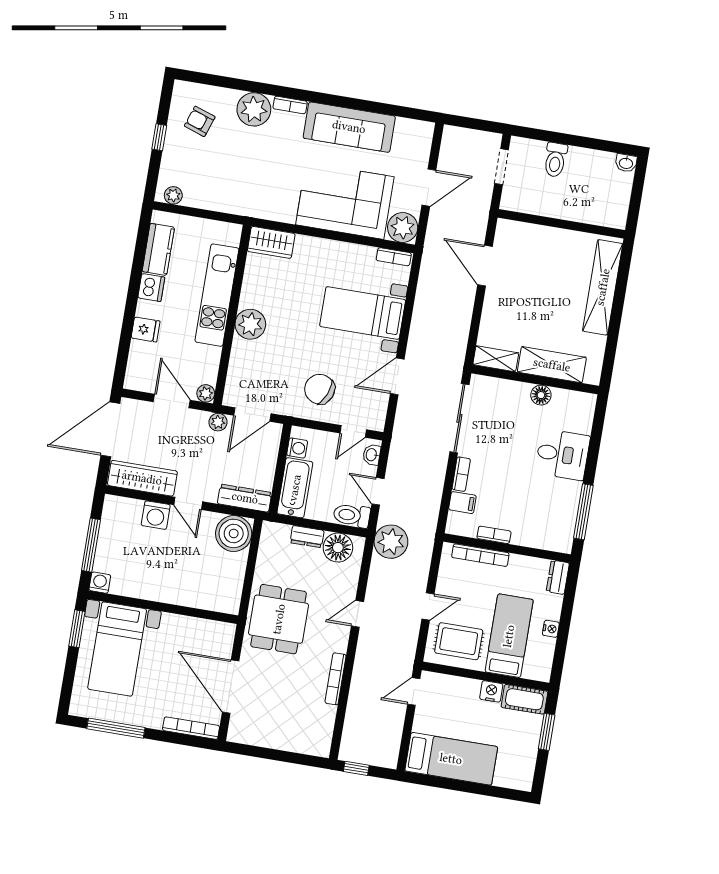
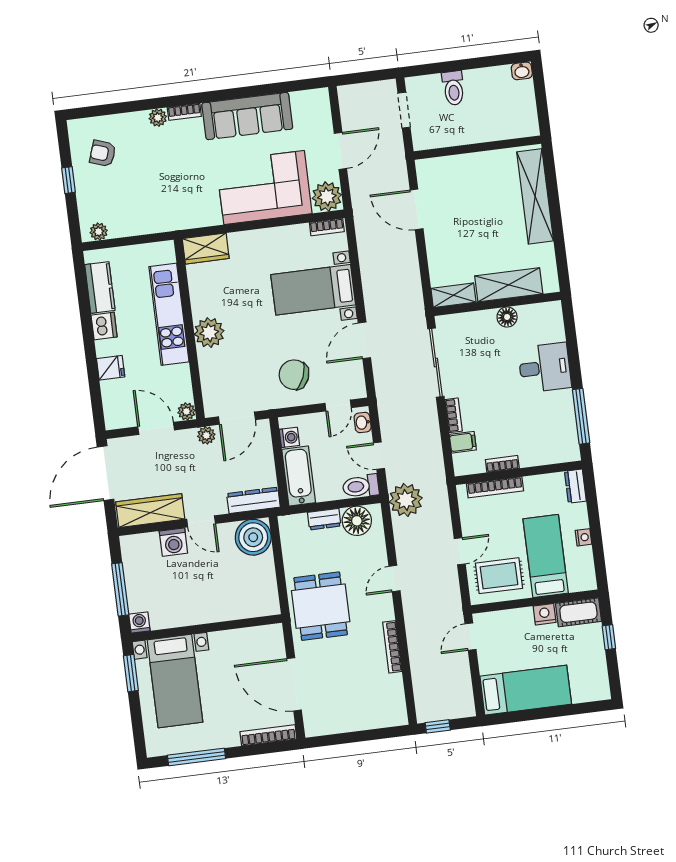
plant: (254, 109) -> (158, 118), width x0.53, depth x0.53
window: (547, 732) -> (609, 637), width x0.67

